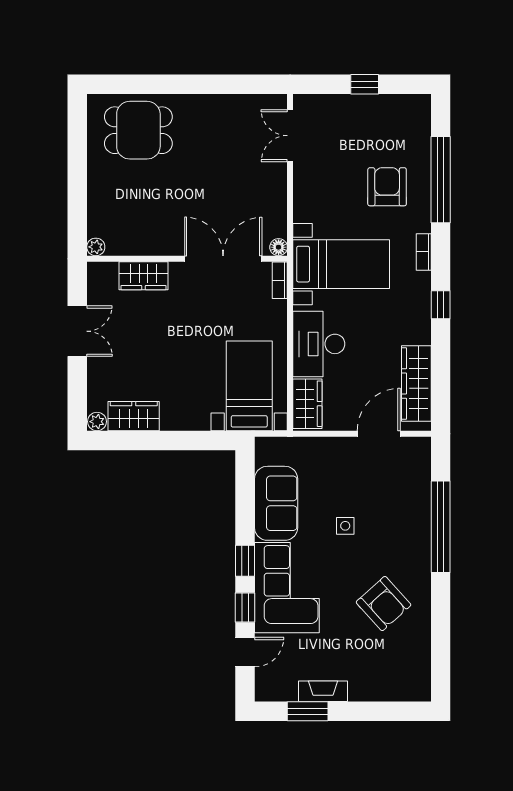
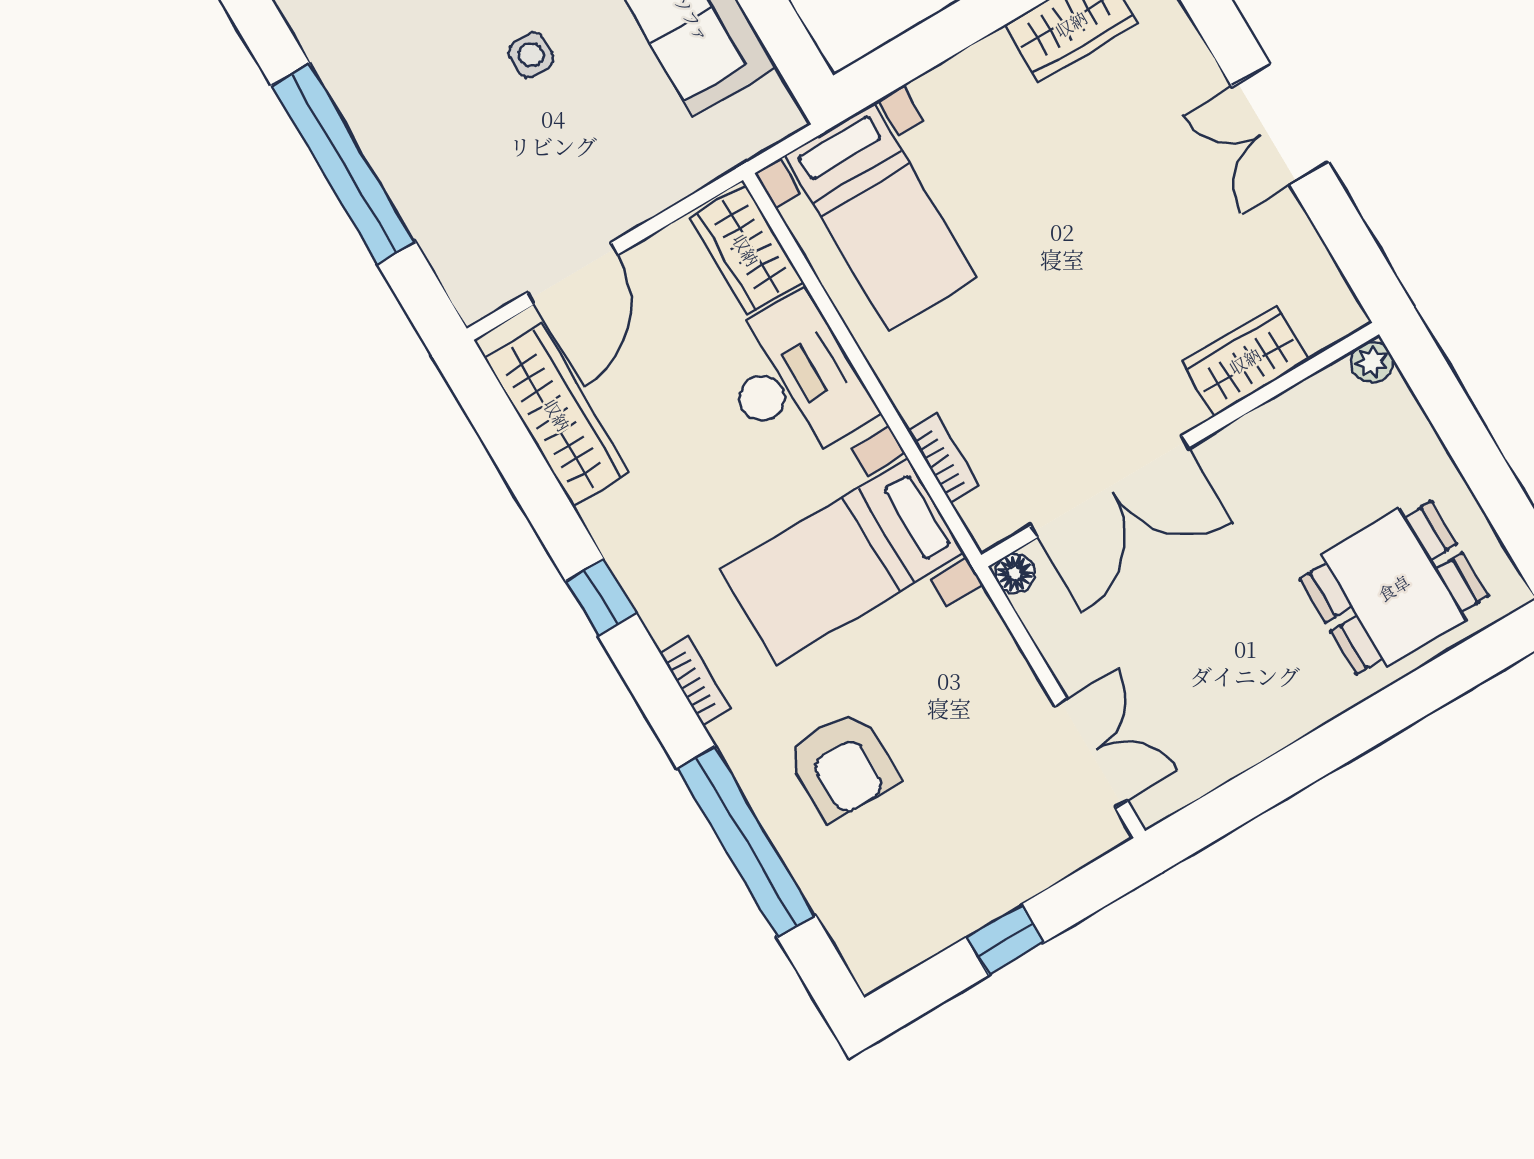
plant: (96, 247) -> (1372, 362), moved
floor lamp: (279, 247) -> (1015, 573), moved
wall: (187, 259) -> (1180, 445), moved
double door: (223, 259) -> (1109, 487), moved
wardrobe: (143, 276) -> (1245, 361), moved

